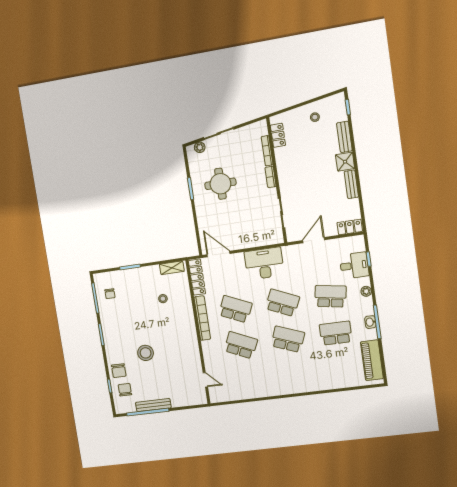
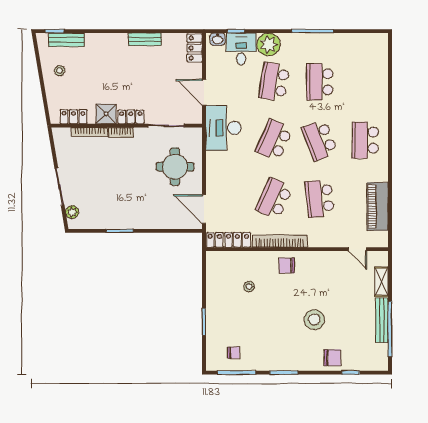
bench: (344, 137) -> (66, 40), moved
shower: (345, 162) -> (106, 114), moved
locker: (285, 183) -> (131, 117), added
round table: (220, 184) -> (175, 167), moved
door: (218, 254) -> (204, 209), hinge flipped
desk: (264, 263) -> (223, 128), moved
shelving: (172, 268) -> (381, 282), moved
plant: (366, 291) -> (269, 44), width x1.87, depth x1.87
washbasin: (370, 322) -> (217, 39), moved
school desk: (288, 339) -> (320, 140), turned -42
school desk: (241, 345) -> (320, 199), turned -30
piano: (372, 360) -> (378, 206), moved, turned 90
school desk: (293, 375) -> (365, 140), added
door: (205, 380) -> (358, 249), swing flipped
chair: (125, 390) -> (287, 266), moved

